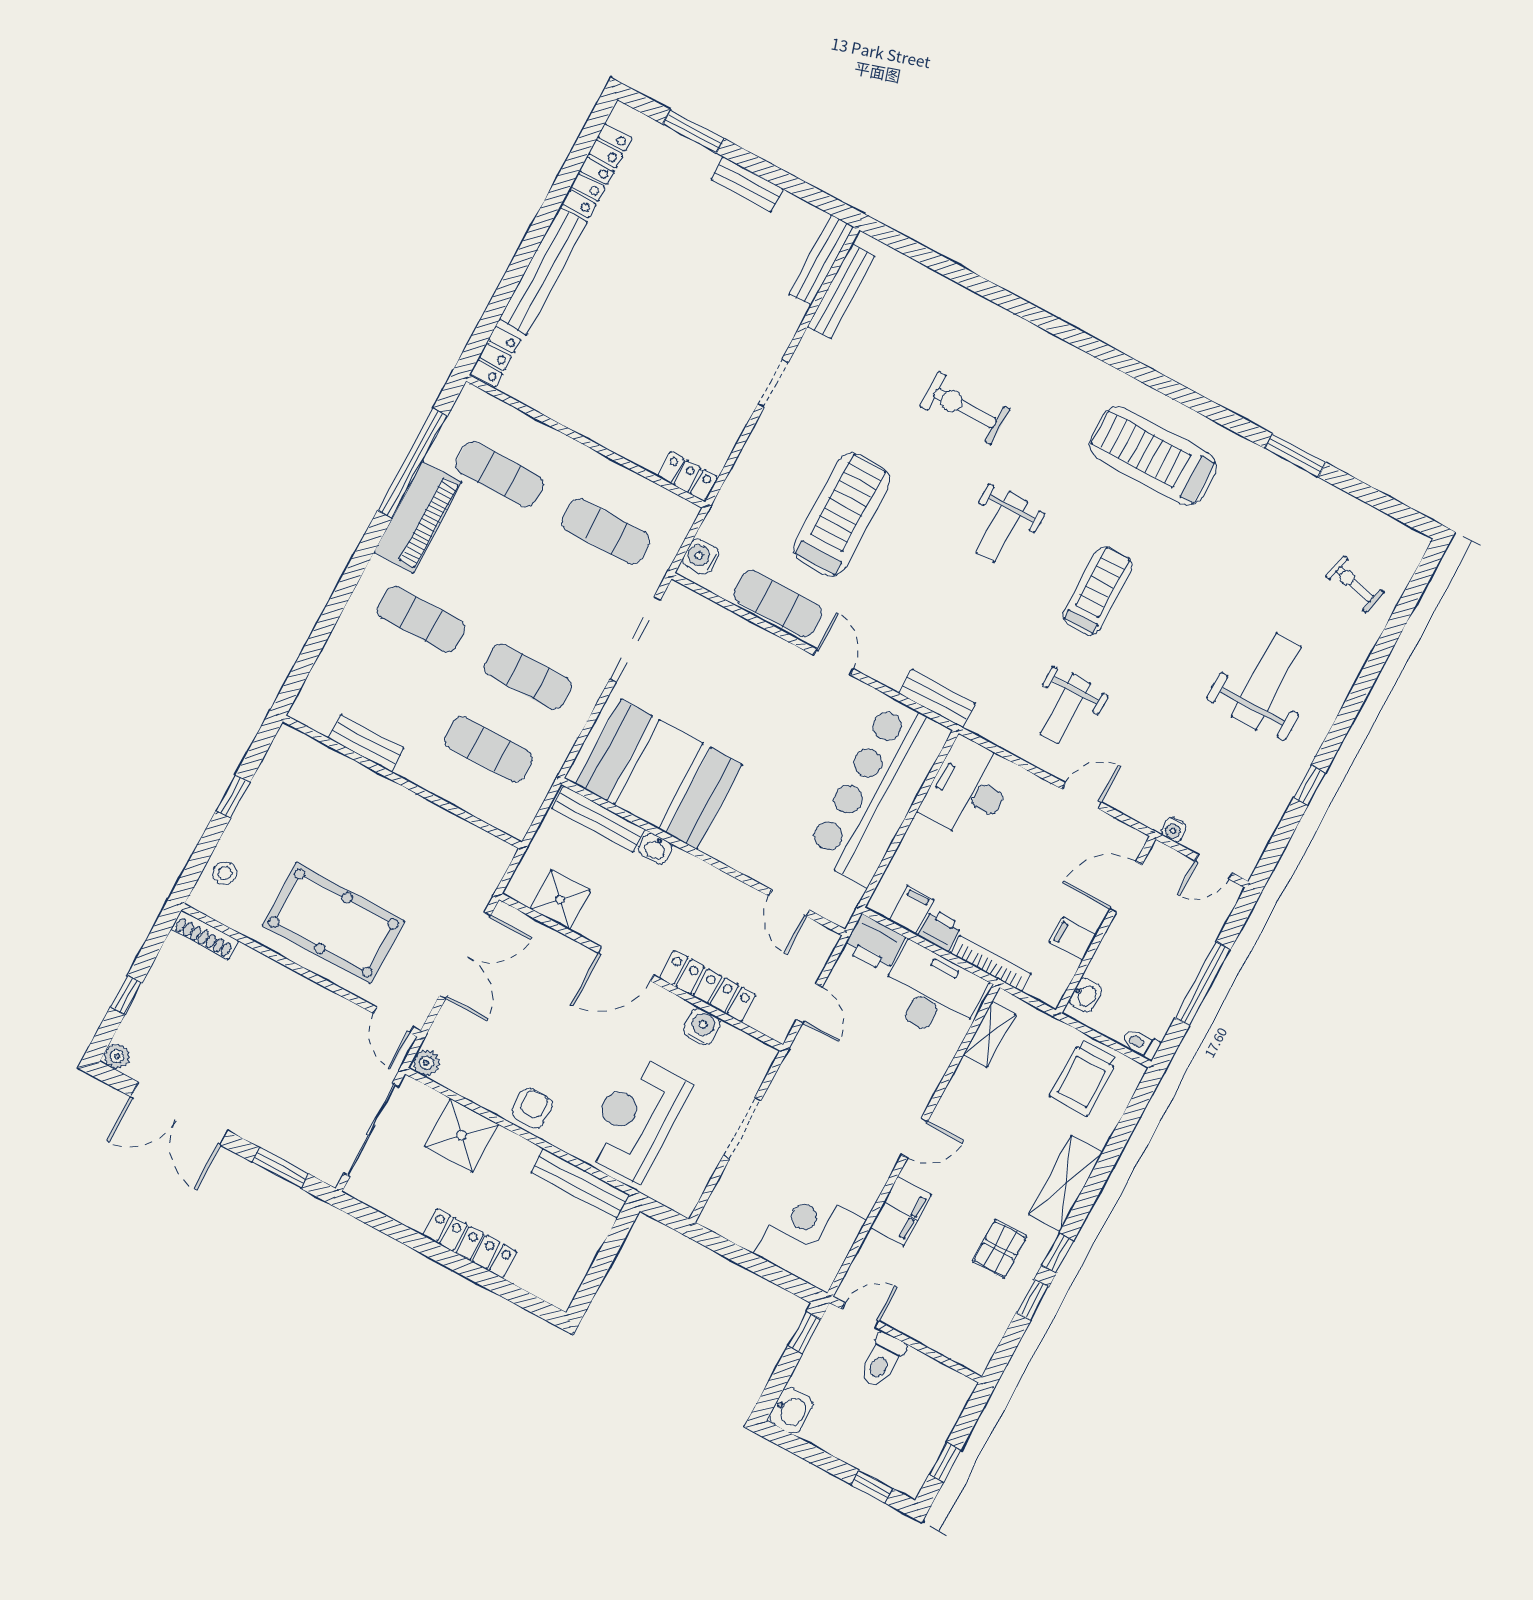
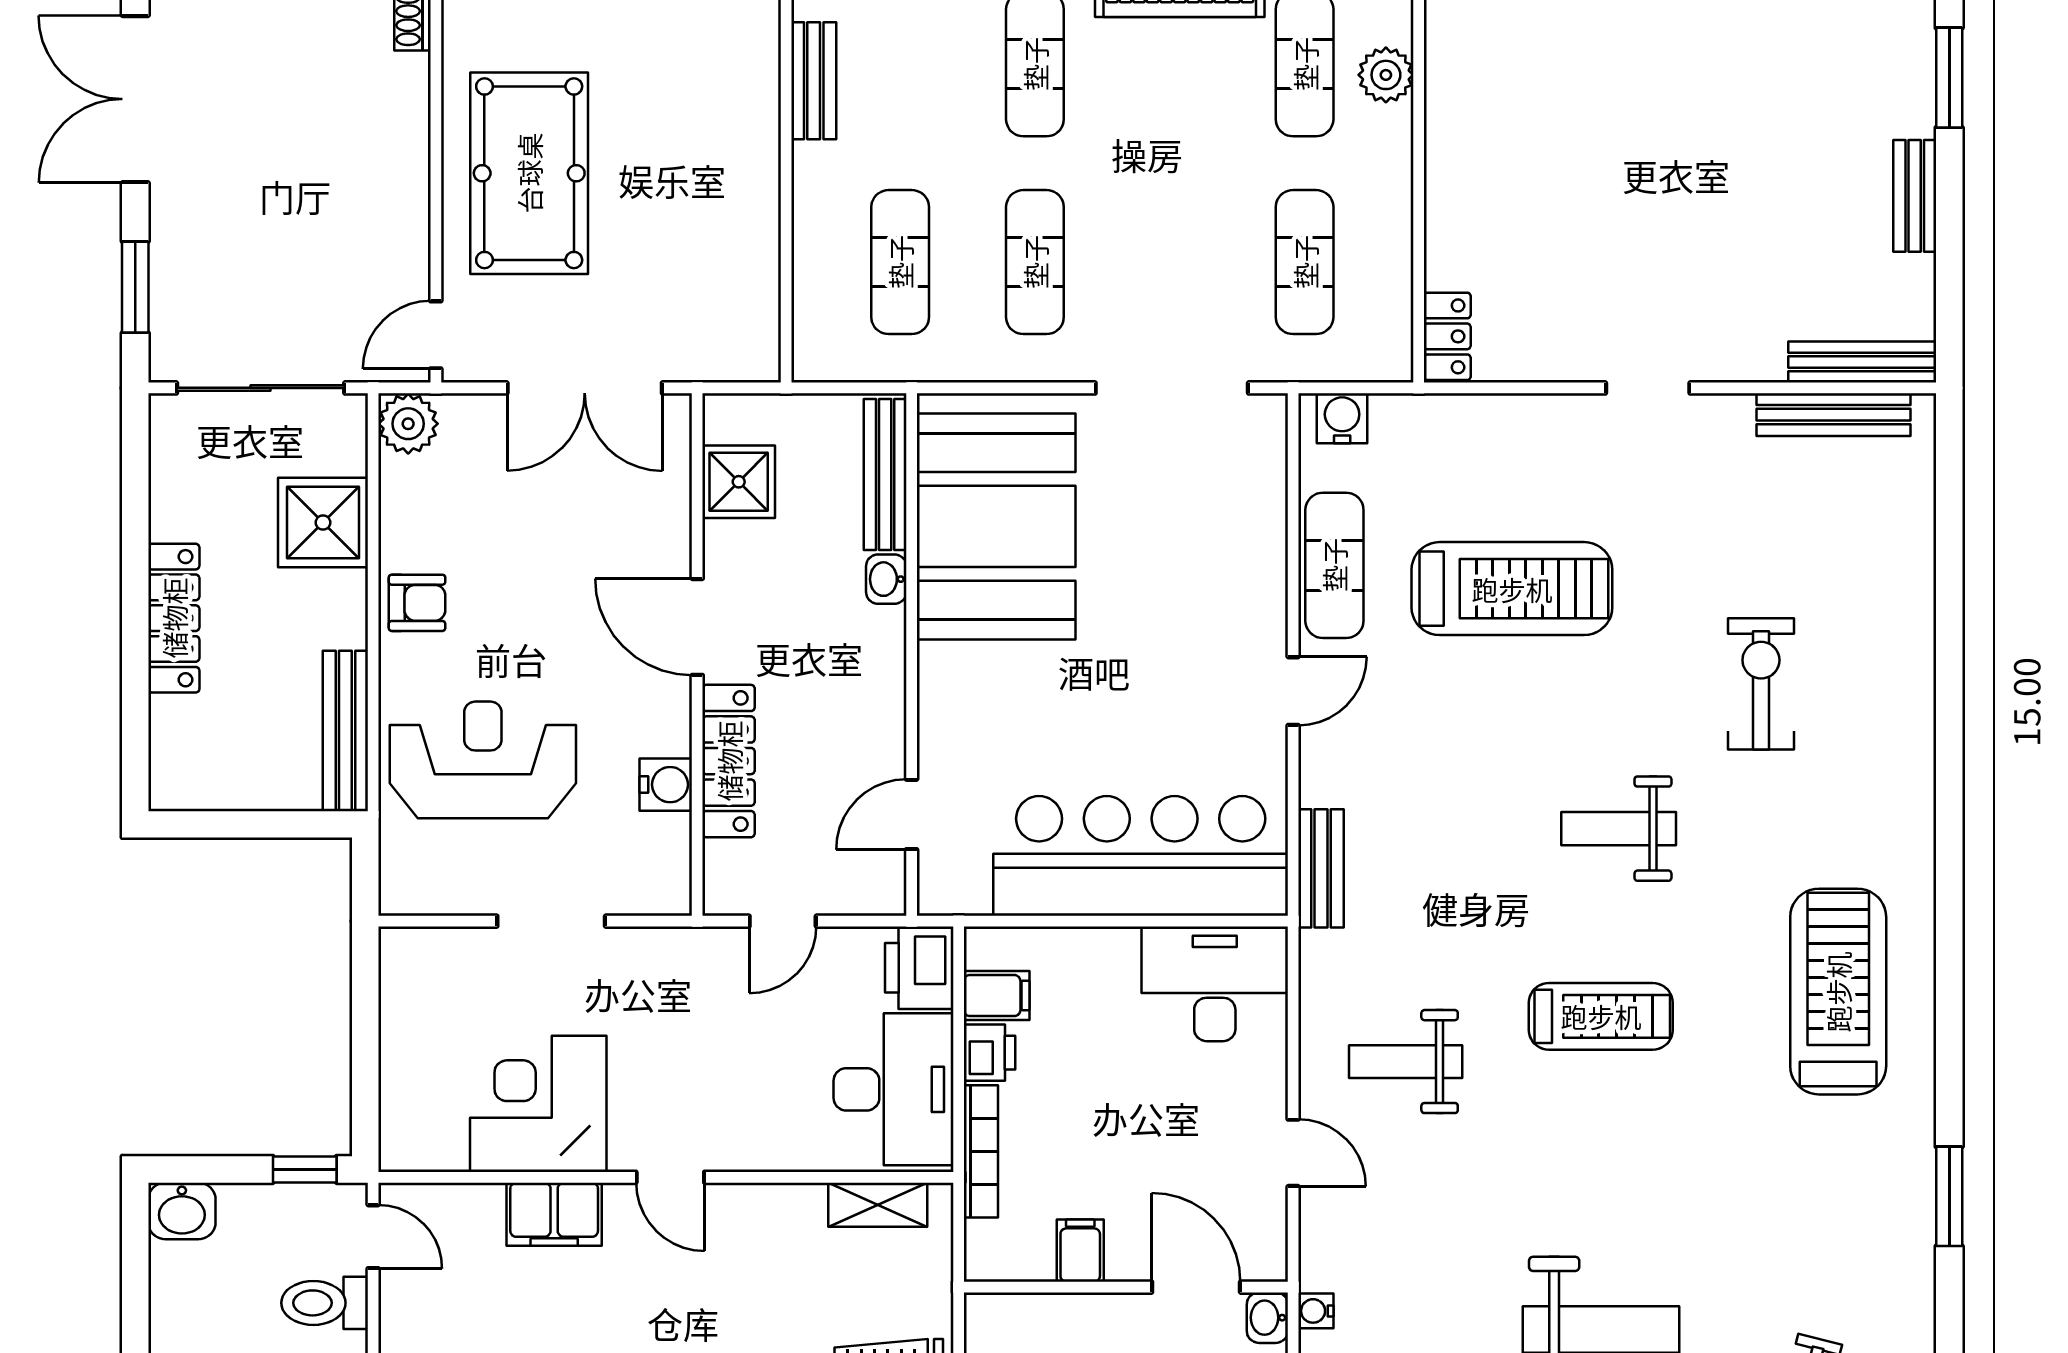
plant: (529, 434) -> (1386, 75), added
washbasin: (1086, 995) -> (1267, 1318), moved, turned 90
plant: (426, 1063) -> (408, 424), width x1.38, depth x1.38
corner desk: (810, 1237) -> (538, 1104), moved, turned -90

